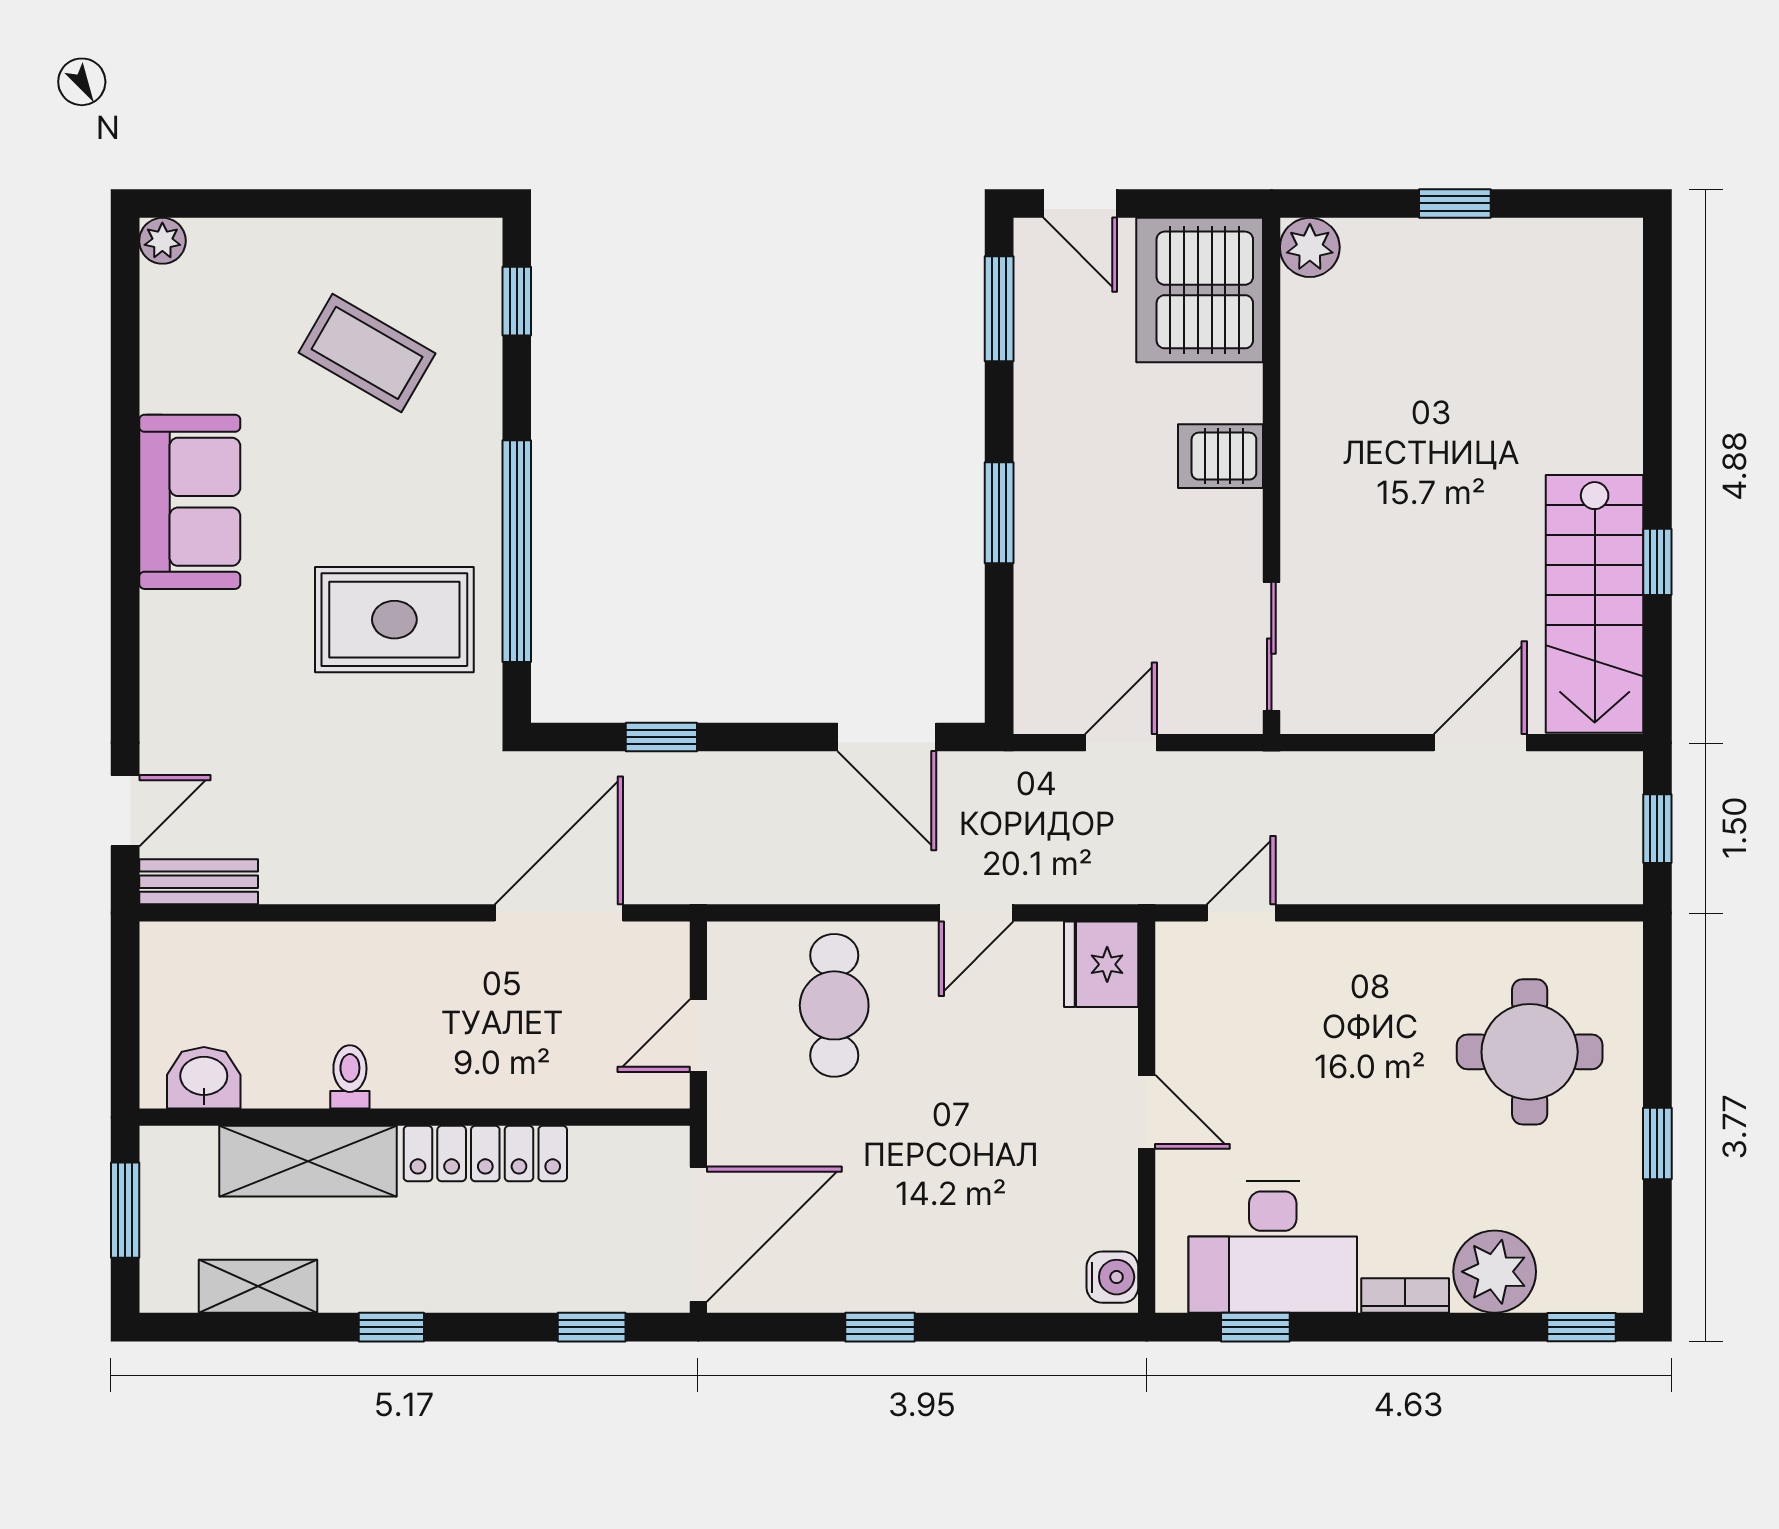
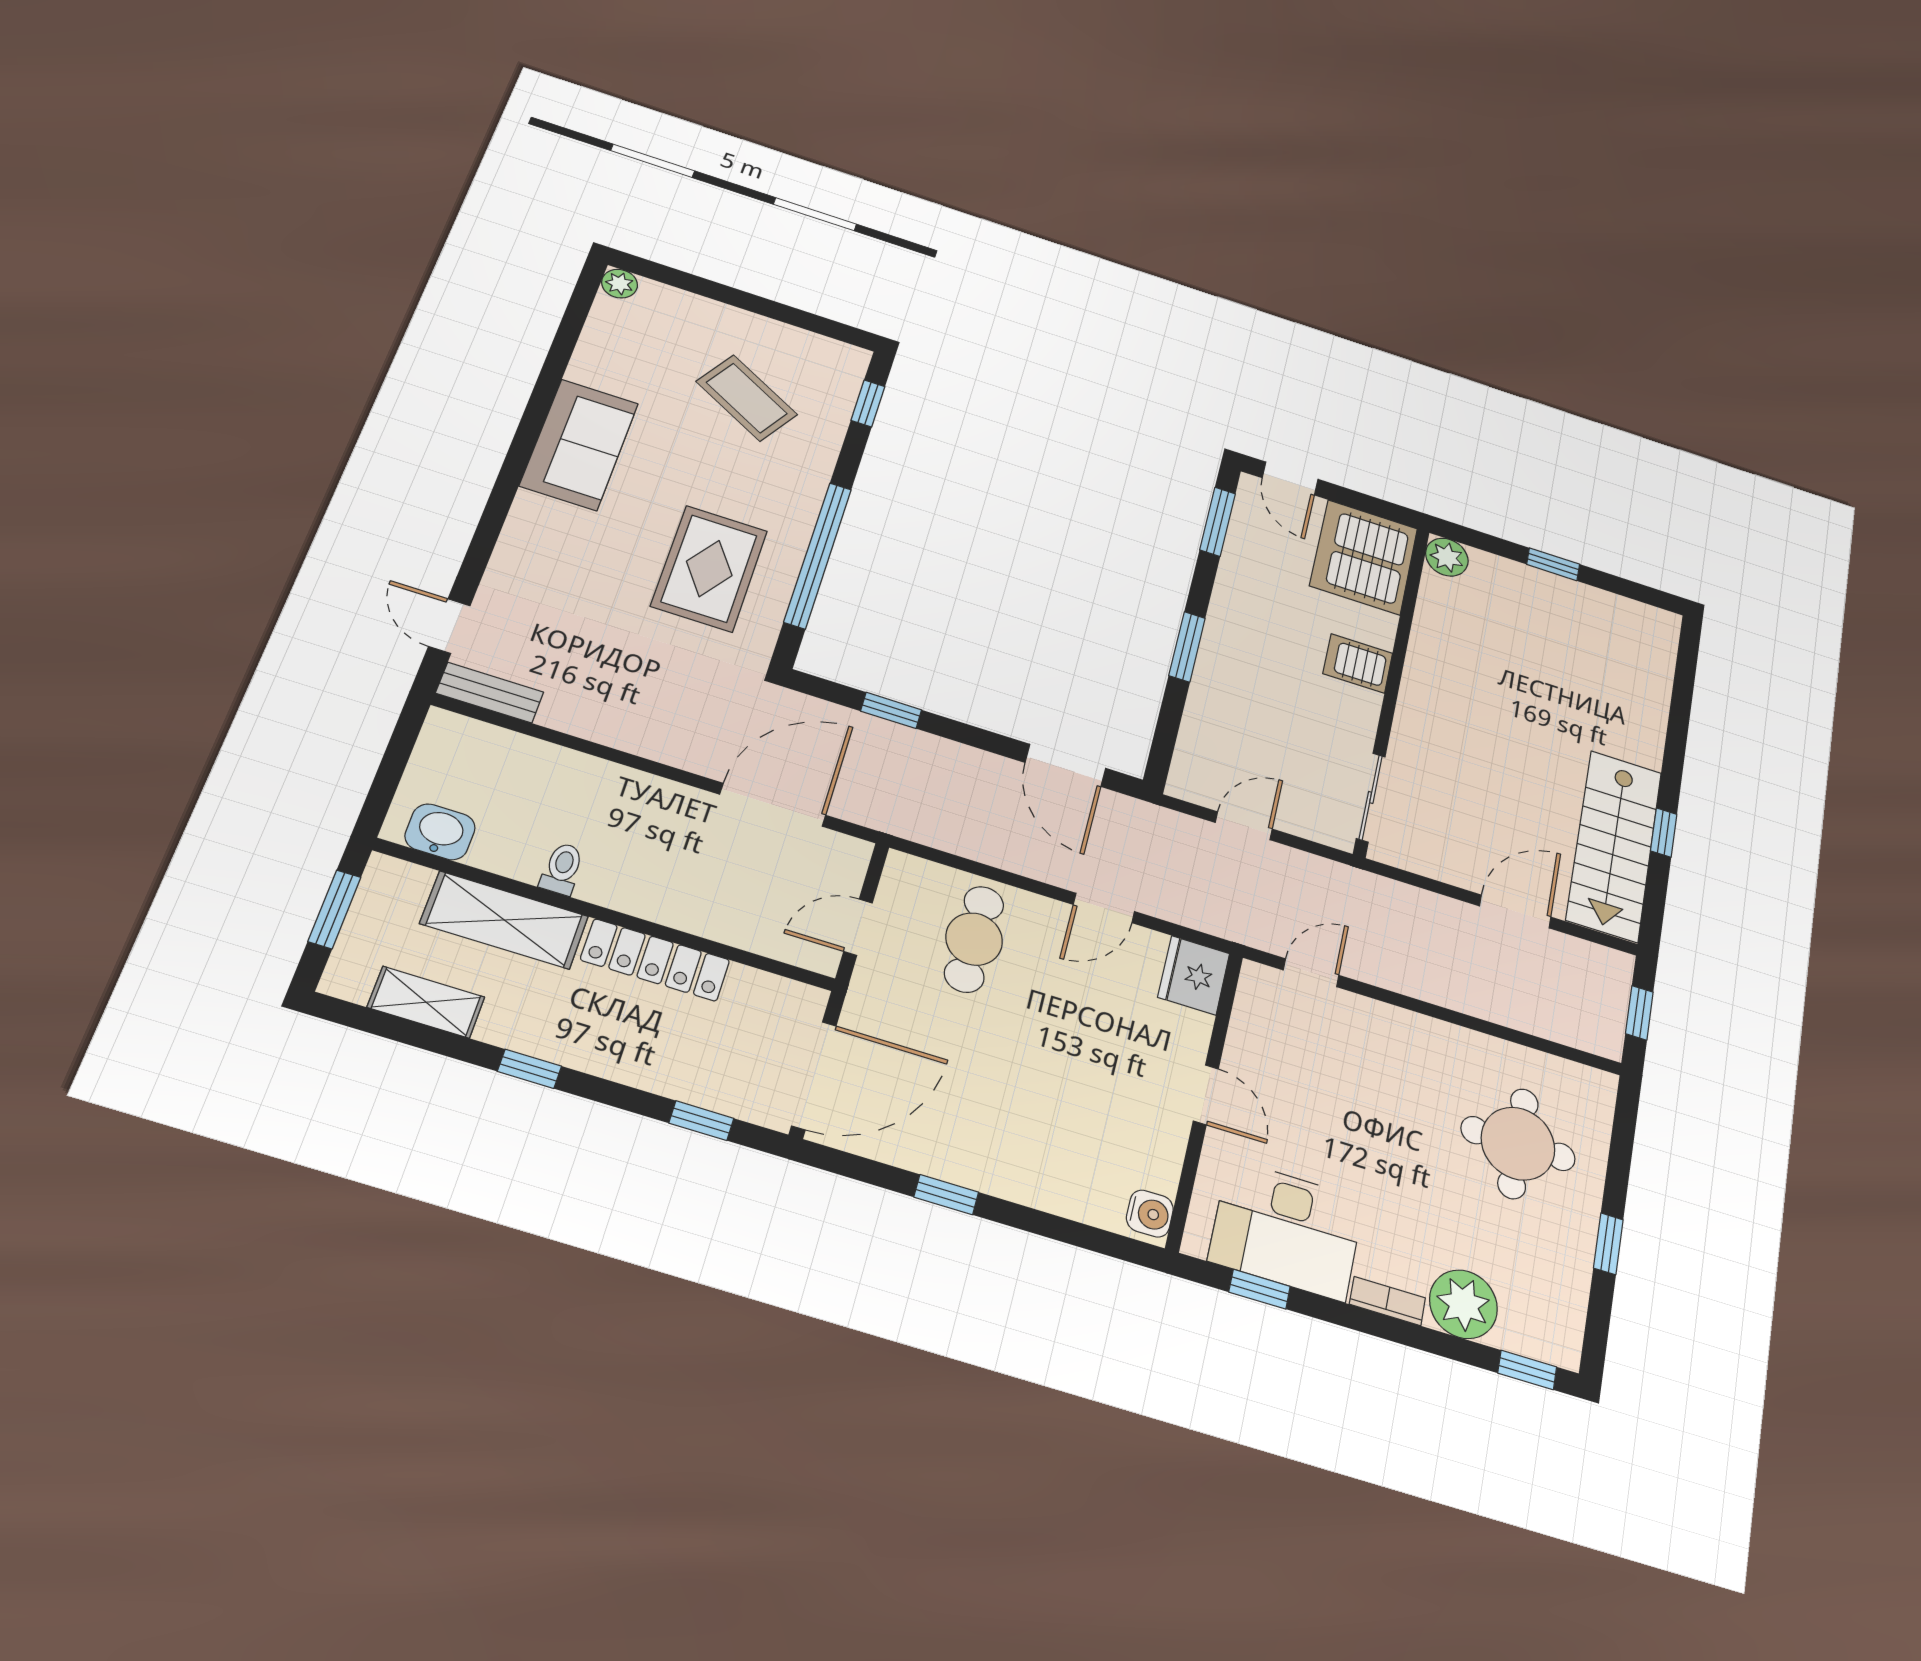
rug: (394, 620) -> (709, 568), turned 90
door: (125, 811) -> (449, 626), swing flipped

